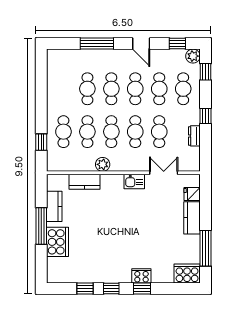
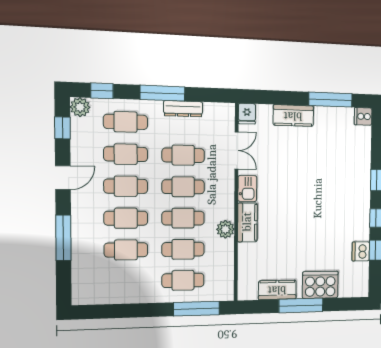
window: (205, 116) -> (162, 93), width x2.17
dresser: (194, 136) -> (183, 109), width x1.44
window: (41, 142) -> (196, 309), width x2.17
double door: (164, 173) -> (237, 150), swing flipped
kitchen counter: (85, 182) -> (247, 222), moved
fridge: (192, 194) -> (247, 114), moved
cooker: (187, 274) -> (363, 116), width x0.53, depth x0.76
dishwasher: (84, 276) -> (361, 251), added
cooker: (141, 276) -> (362, 181), removed

